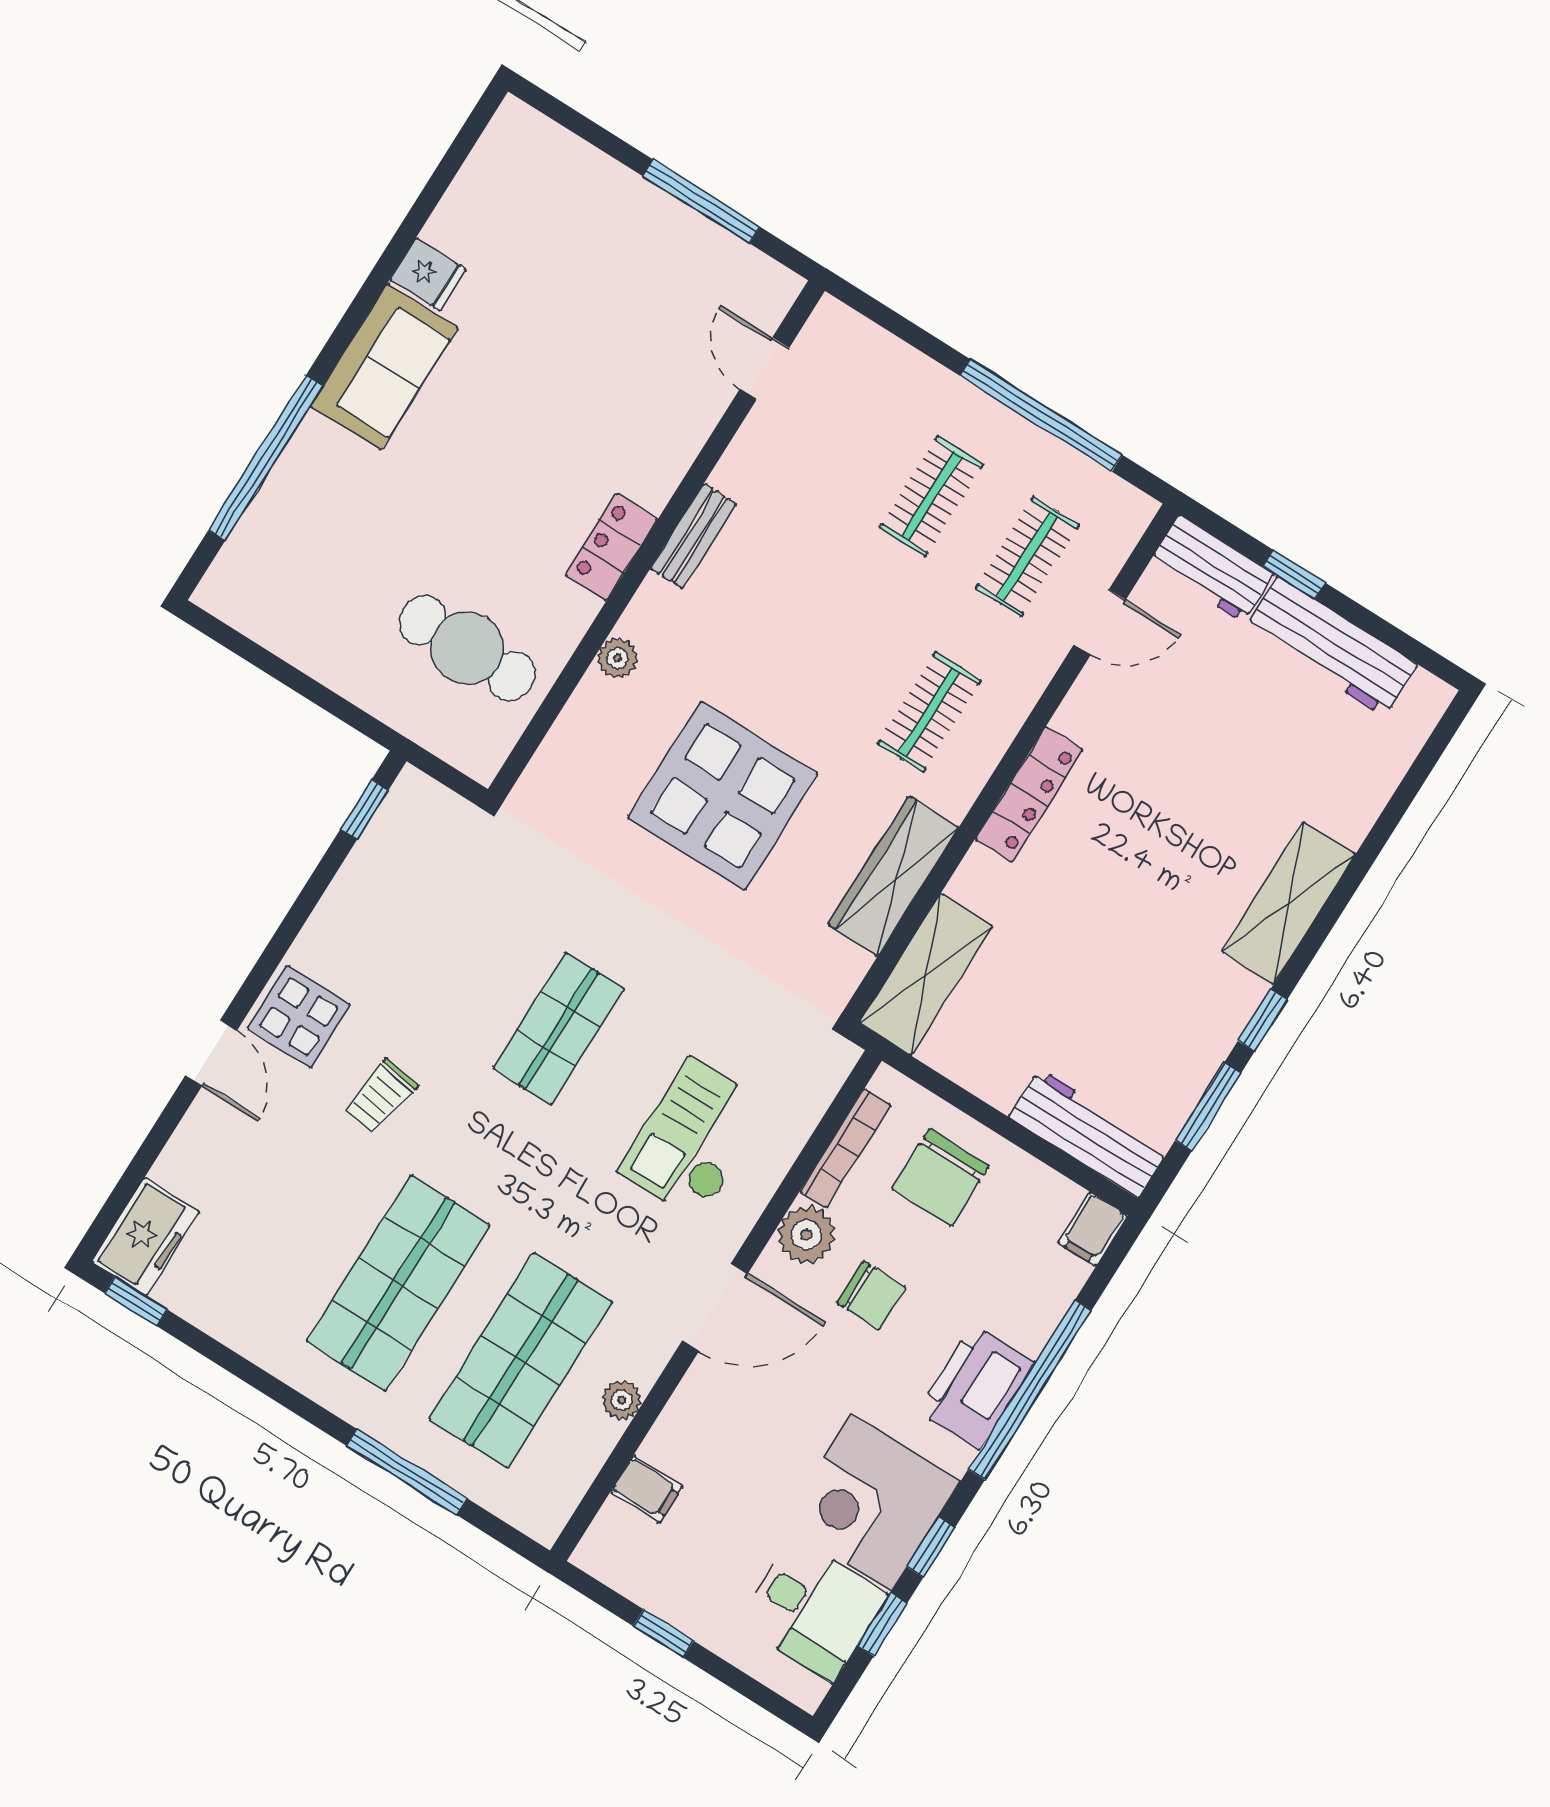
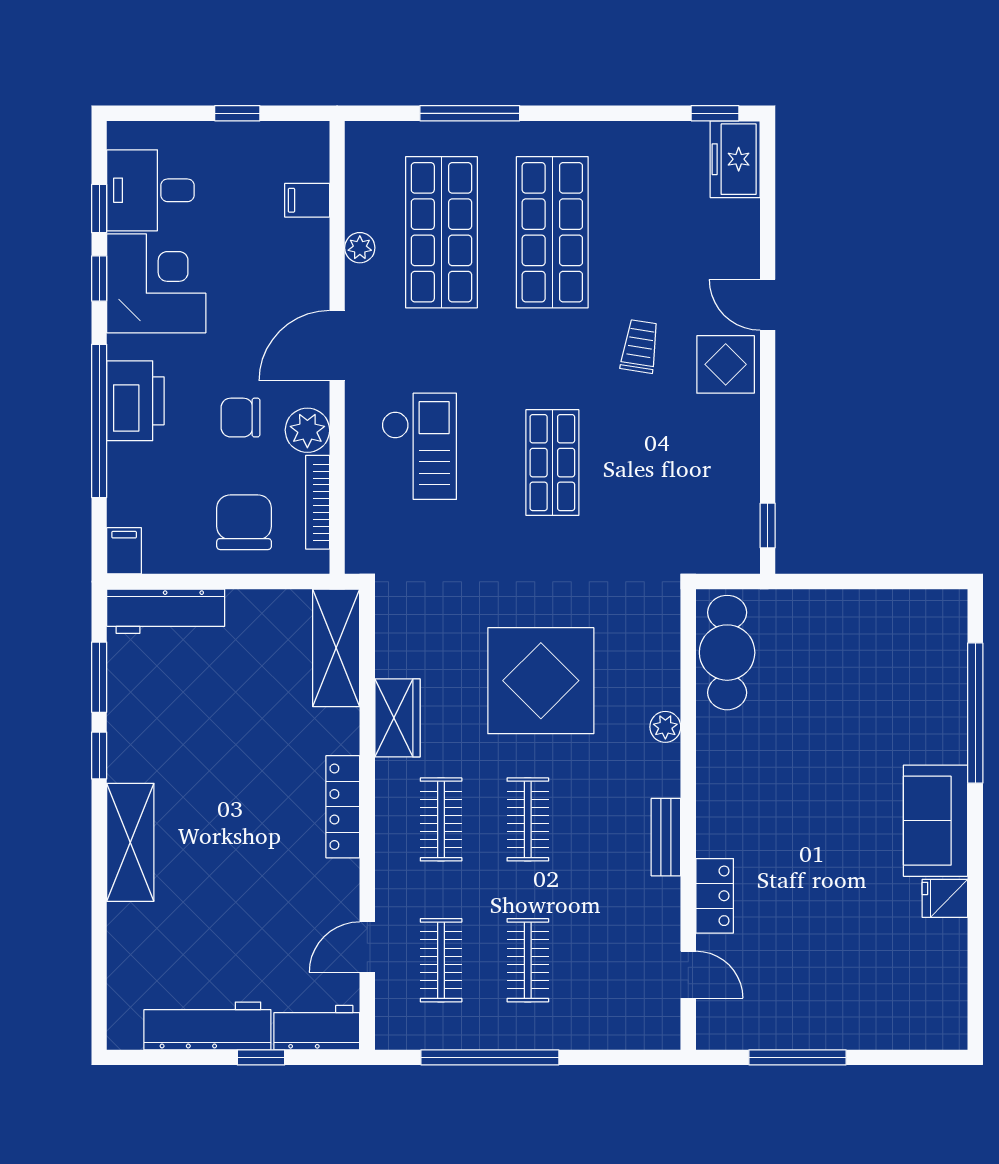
locker: (612, 547) -> (715, 896), moved
cafe table: (467, 648) -> (727, 653), moved, turned 90
clothes rail: (834, 652) -> (528, 819), added
wardrobe: (893, 876) -> (397, 718), width x0.67

